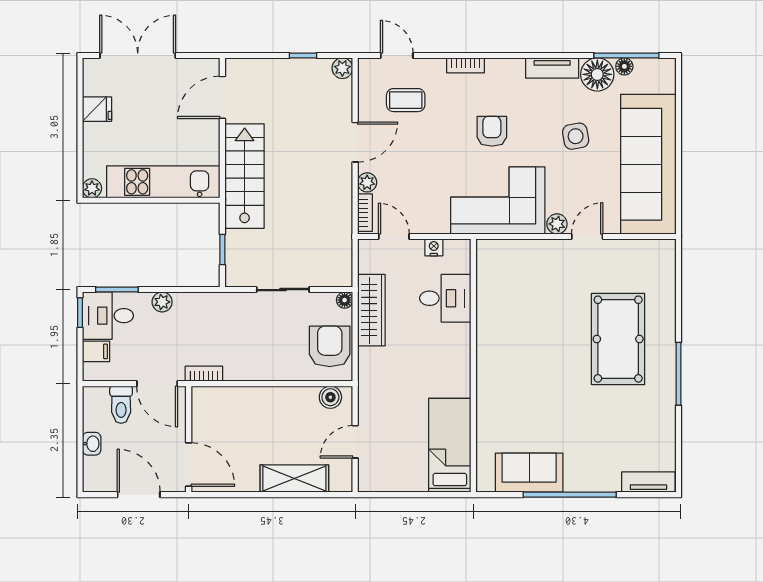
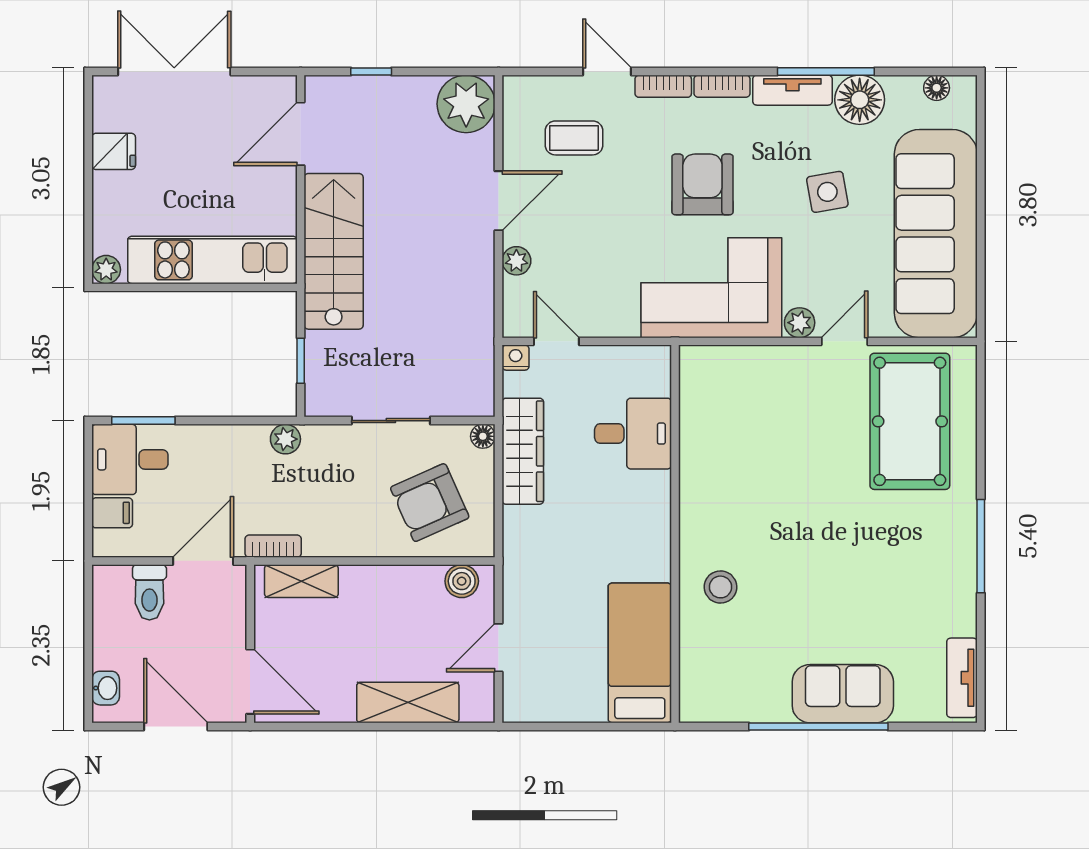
window: (303, 55) -> (371, 71), moved
door: (397, 55) -> (607, 71), moved
window: (626, 55) -> (826, 71), moved
floor lamp: (624, 66) -> (937, 88), moved
plant: (342, 68) -> (466, 104), width x1.88, depth x1.88
armchair: (492, 131) -> (702, 184), width x1.38, depth x1.38
bookcase: (365, 213) -> (722, 86), moved, turned 90
nightstand: (434, 247) -> (516, 358), moved
plant: (162, 302) -> (285, 439), moved
window: (80, 313) -> (88, 455), removed
pool table: (618, 339) -> (910, 421), moved
armchair: (330, 346) -> (430, 503), moved, turned -114
door: (157, 384) -> (203, 561), swing flipped
shelving: (223, 397) -> (301, 581), added
stool: (504, 401) -> (720, 587), added
washbasin: (92, 444) -> (106, 688), moved
sofa: (529, 473) -> (843, 694), moved
tv unit: (648, 482) -> (962, 678), moved, turned -90

